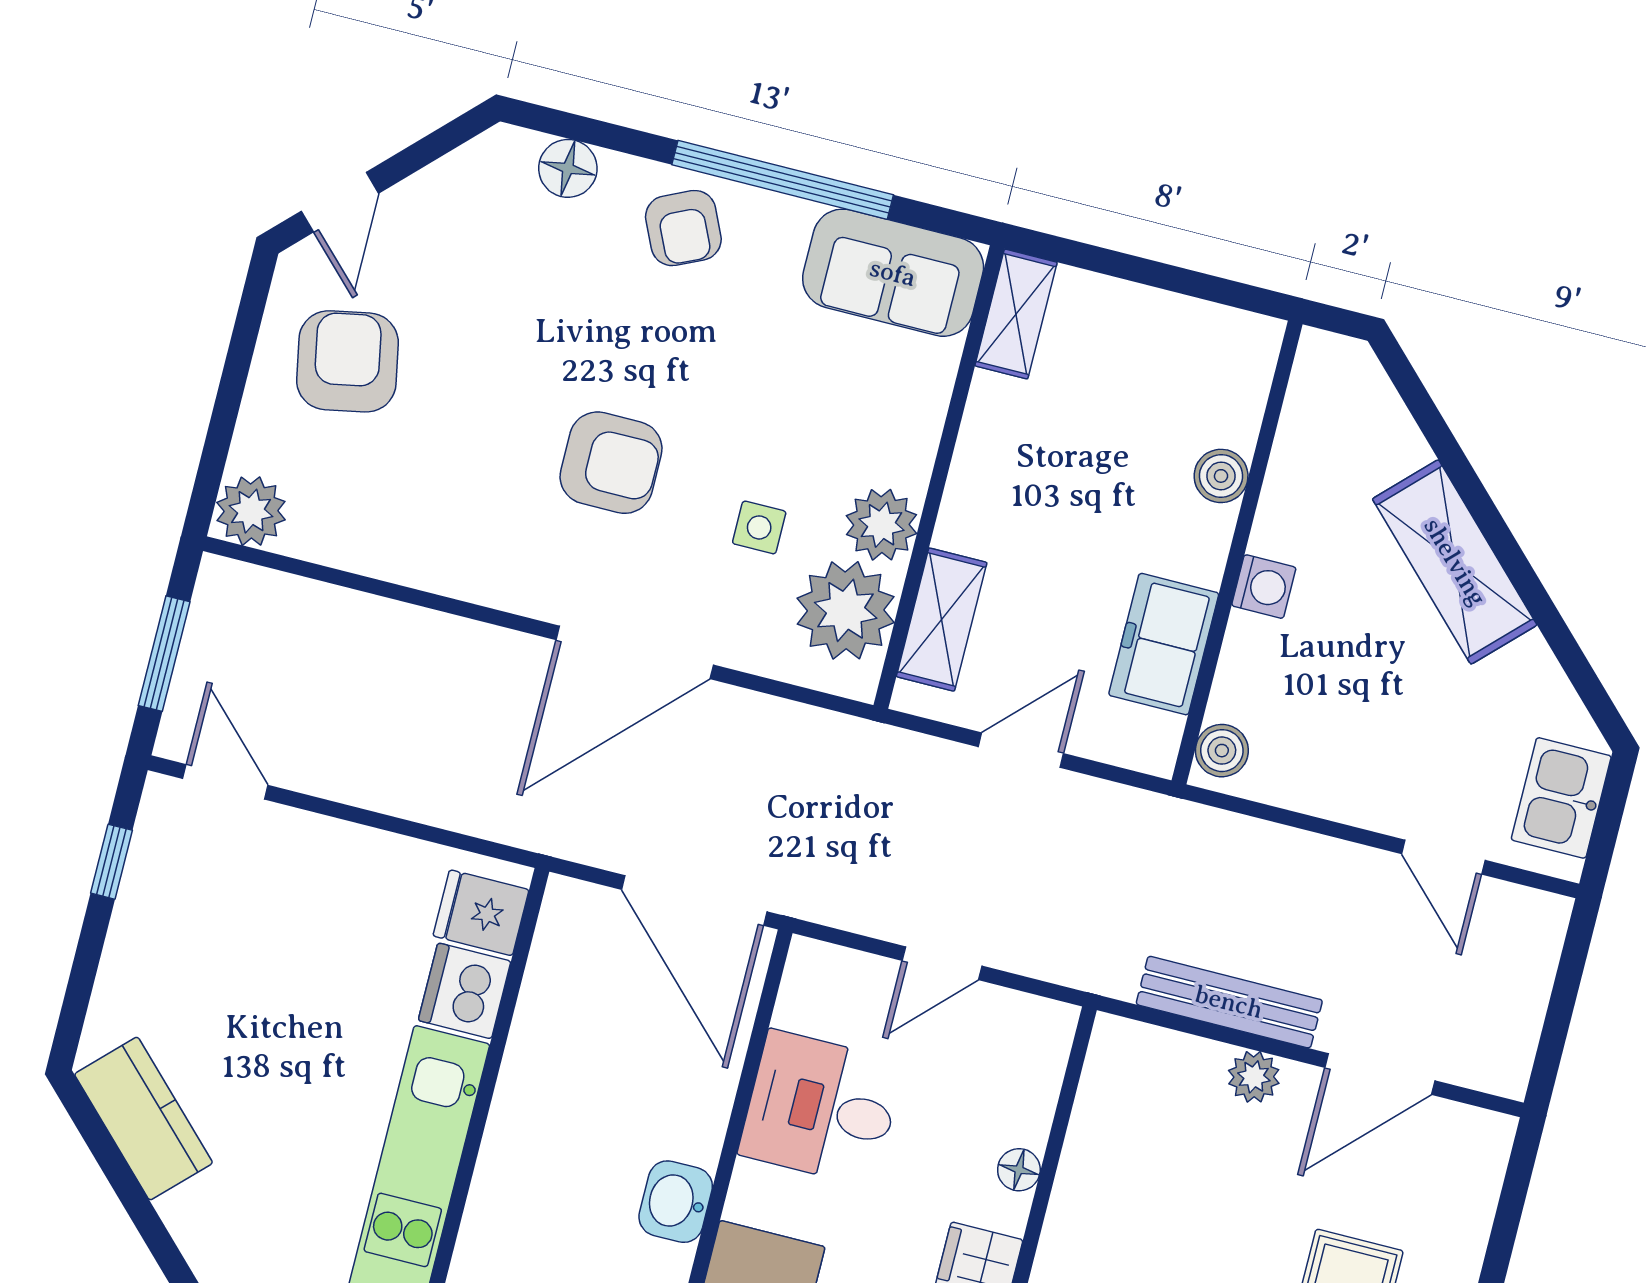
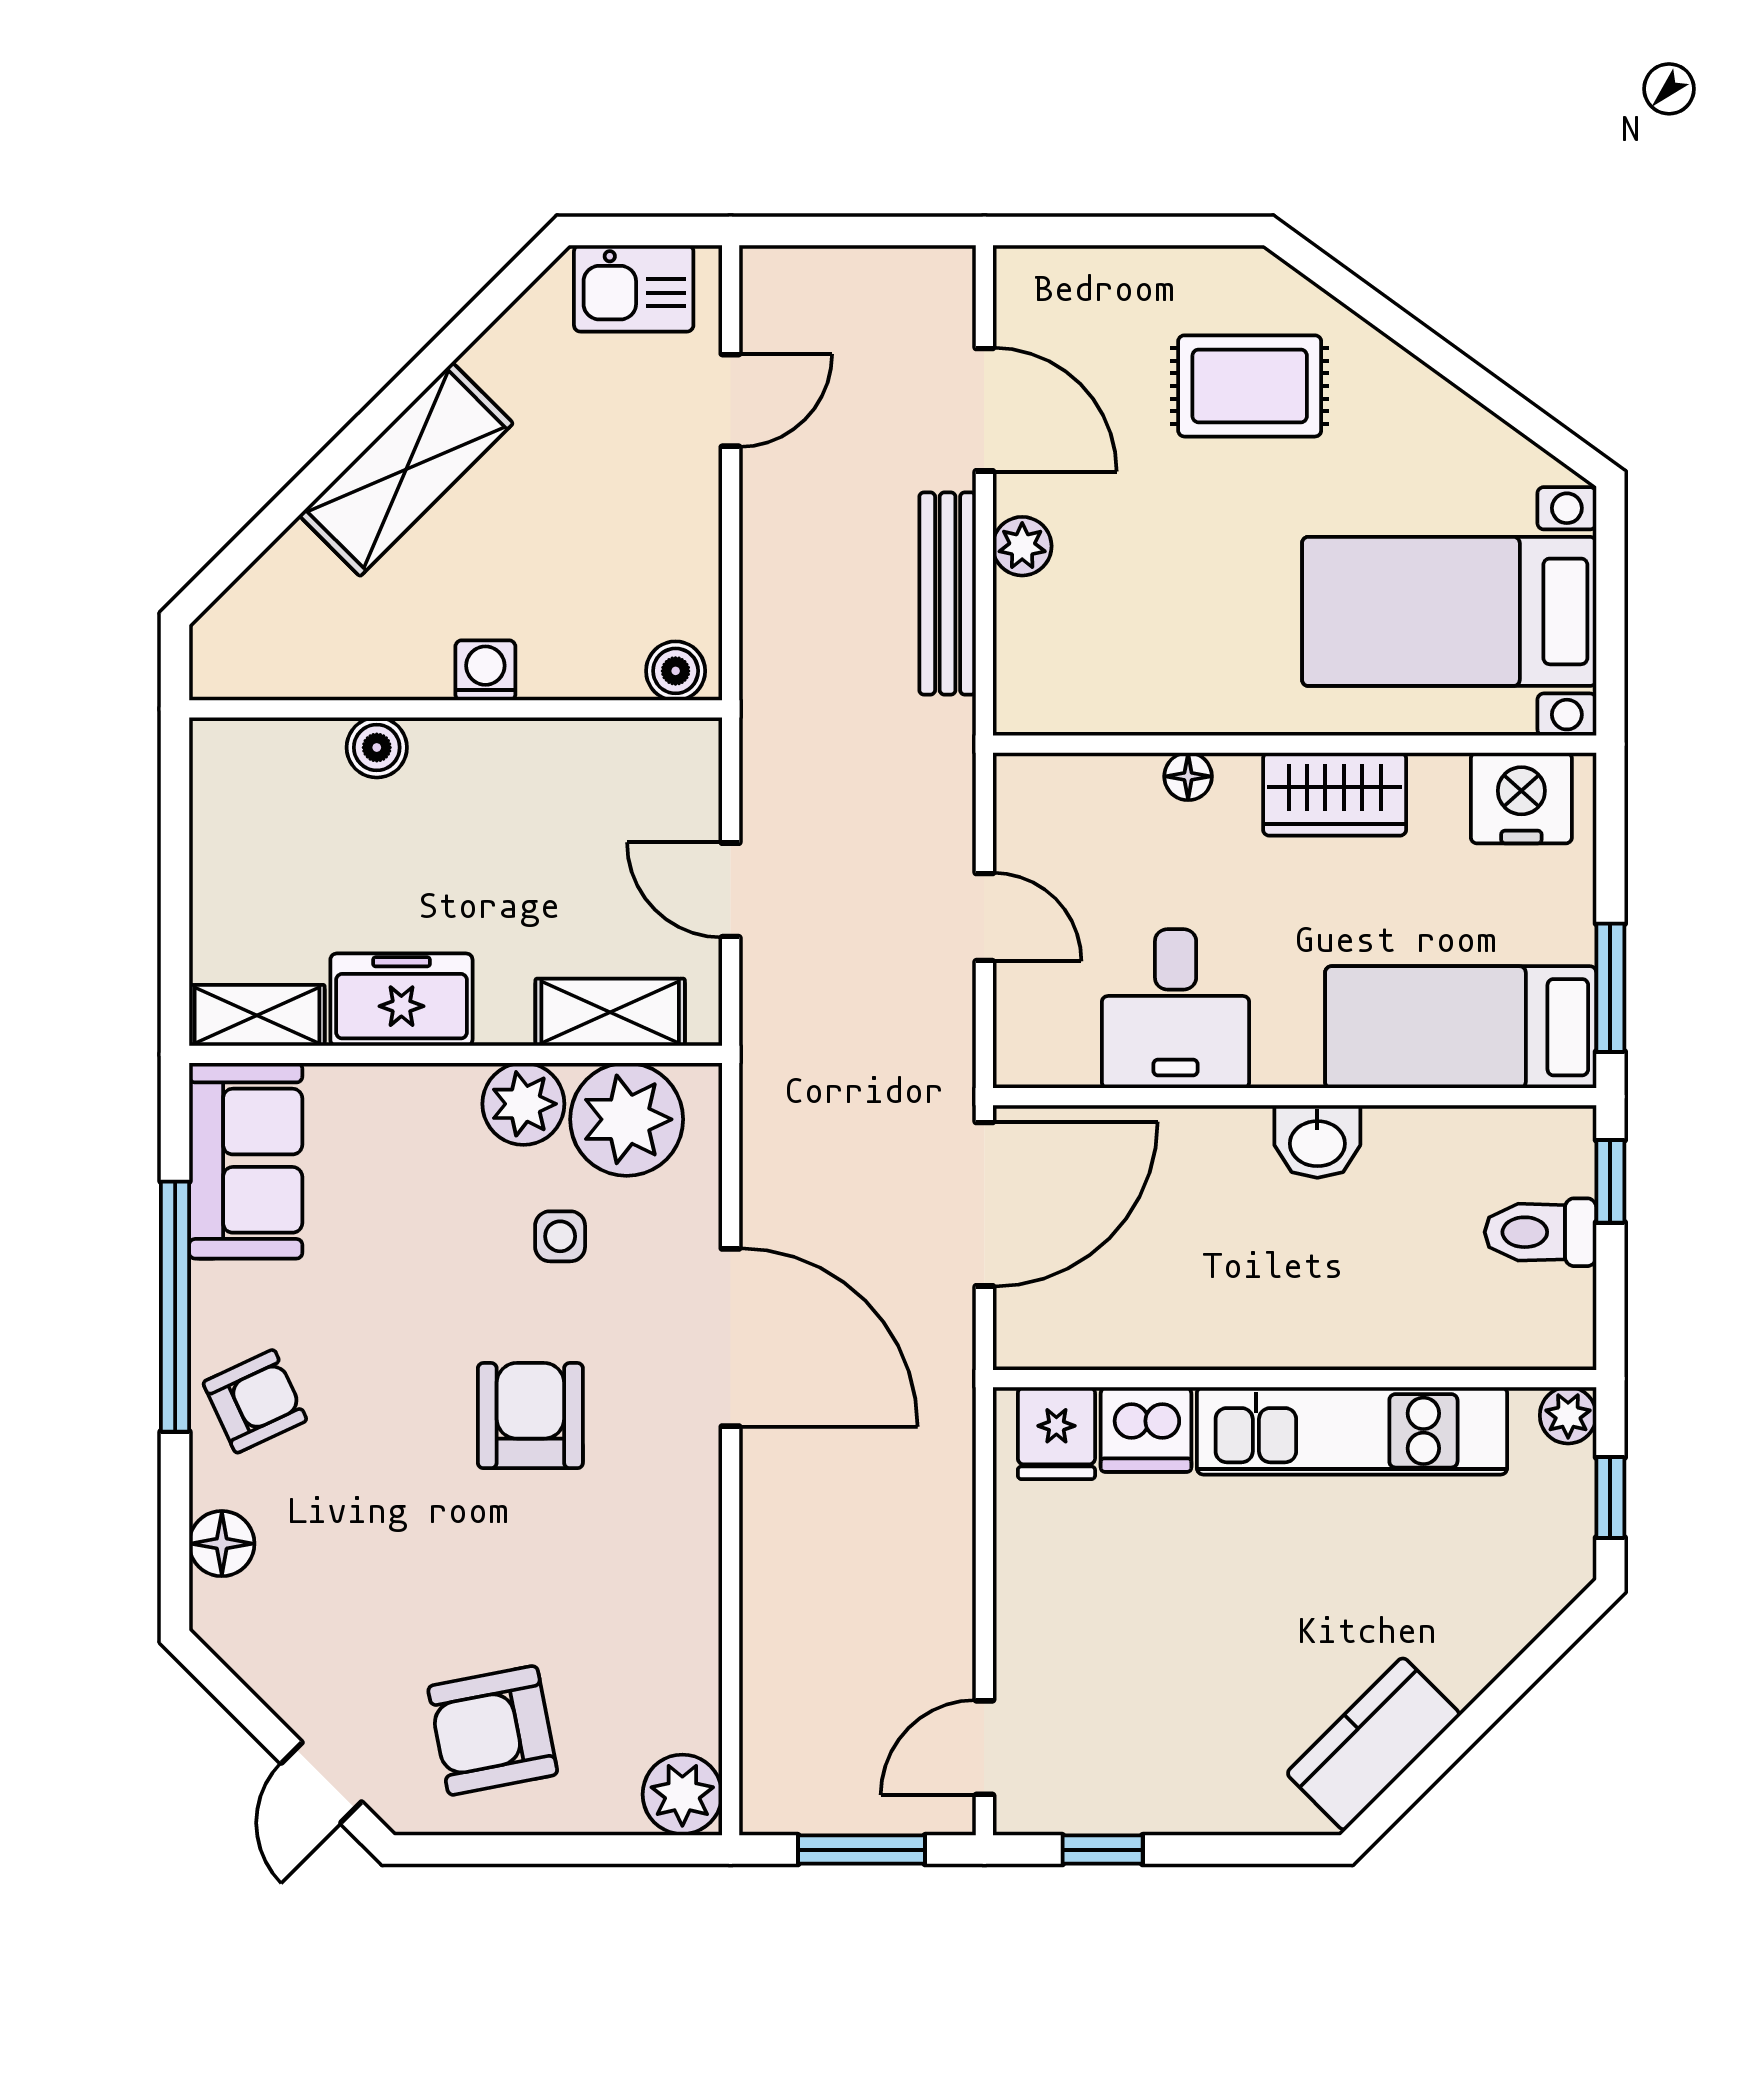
door: (340, 202) -> (321, 1783), swing flipped
freezer: (1164, 644) -> (401, 1000), moved, turned 180

